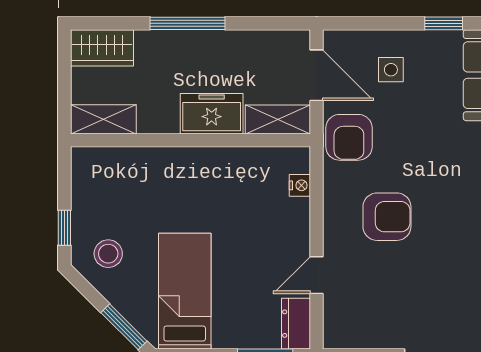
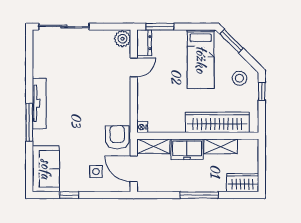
shelving: (103, 119) -> (221, 146), moved
wardrobe: (152, 167) -> (217, 122), added
nightstand: (300, 185) -> (142, 127), moved
armchair: (387, 217) -> (98, 97), removed
plant: (339, 331) -> (122, 39), added

